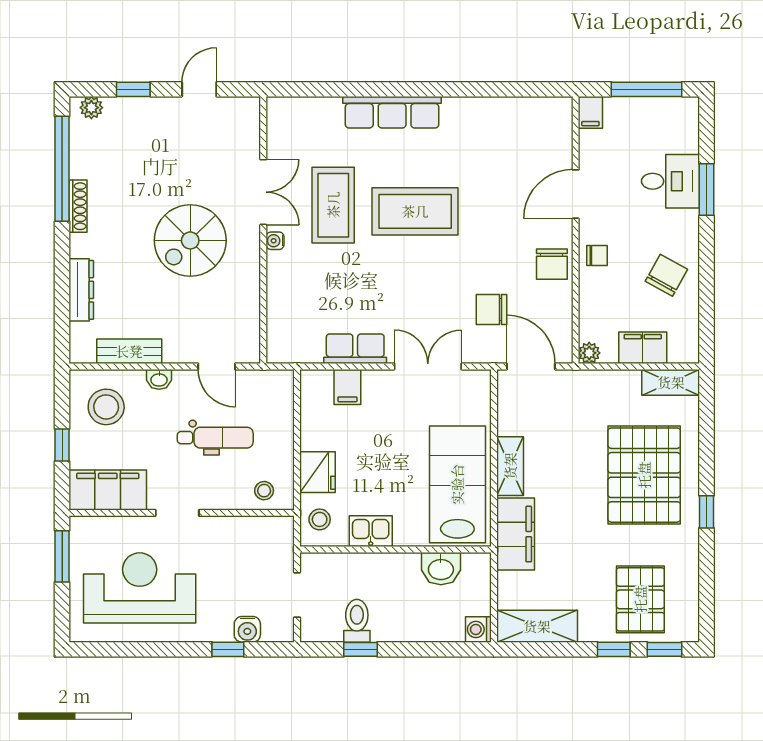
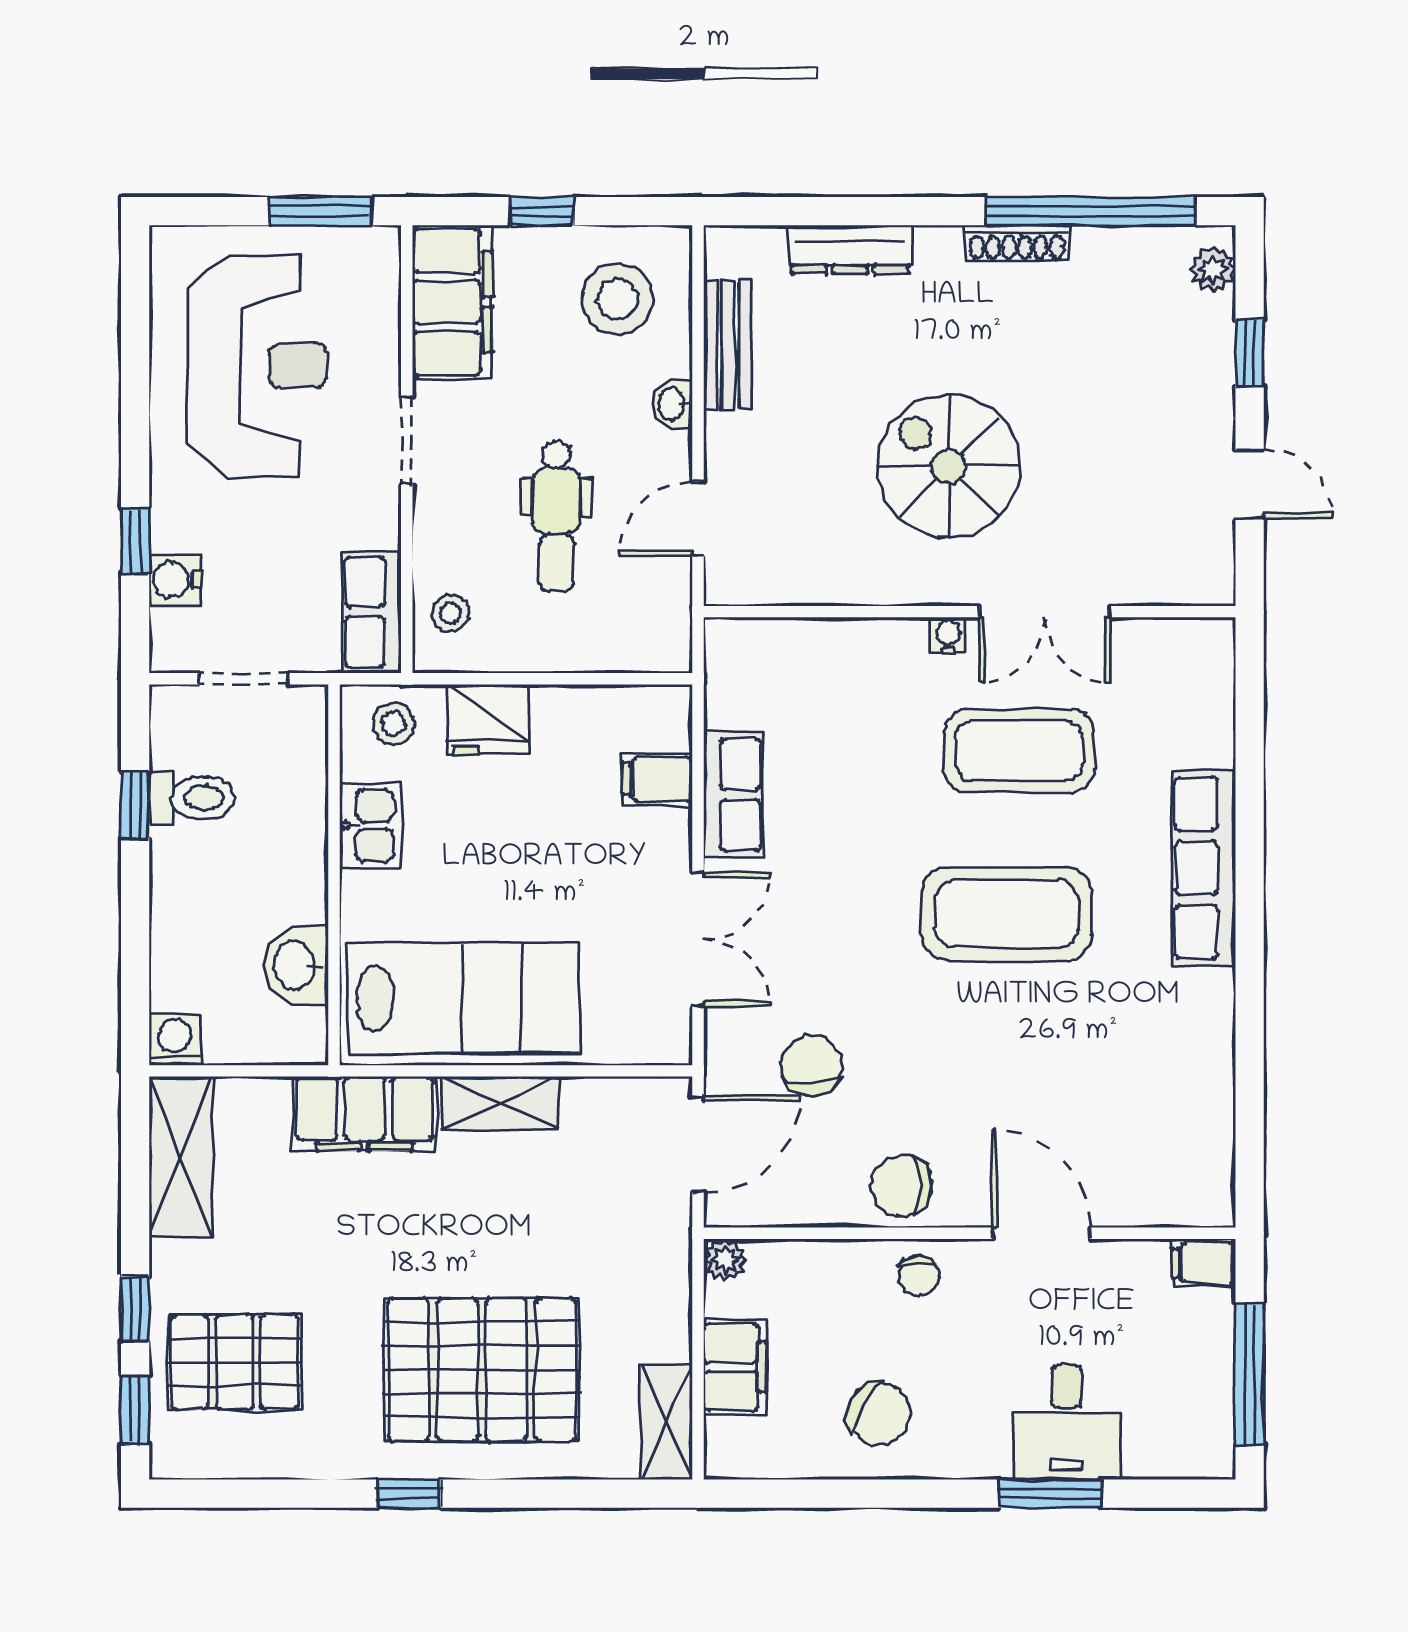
coffee table: (415, 211) -> (1007, 914), turned 90
row of seats: (263, 530) -> (372, 612), added

